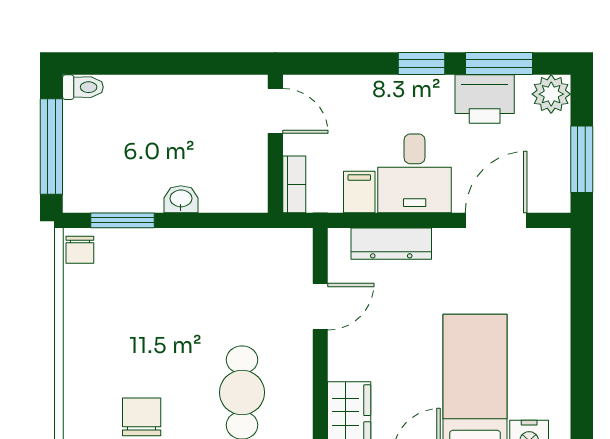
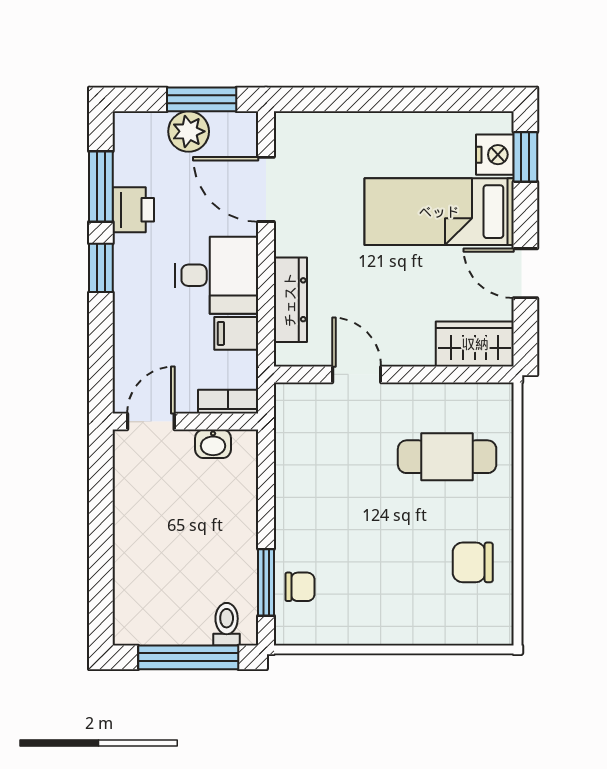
toilet: (83, 87) -> (227, 624), moved
plant: (551, 94) -> (189, 131), moved
printer: (485, 99) -> (133, 210), width x0.73, depth x0.81
washbasin: (181, 199) -> (213, 444), moved, turned -90
chair: (80, 250) -> (300, 587), moved

